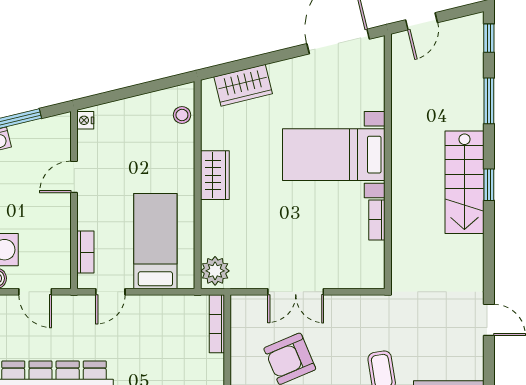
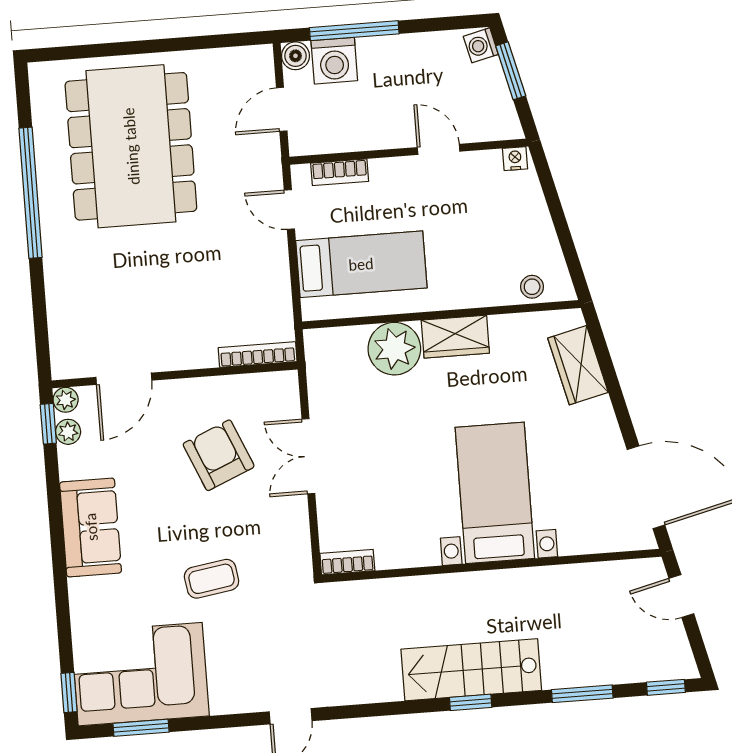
bookcase: (377, 220) -> (347, 562), moved
plant: (215, 271) -> (394, 349), moved, width x1.36, depth x1.36

